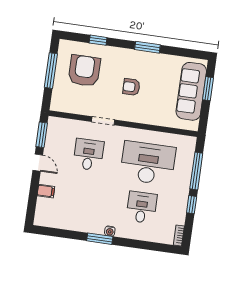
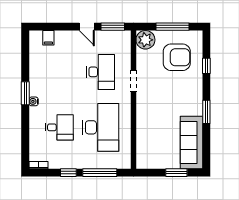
armchair: (131, 87) -> (168, 102), removed
sofa: (191, 91) -> (191, 142), moved, turned -90
plant: (61, 102) -> (145, 40), added
desk: (88, 155) -> (101, 72), width x1.37
door: (38, 163) -> (87, 27), hinge flipped
filing cabinet: (46, 191) -> (48, 38), moved

